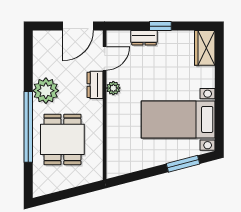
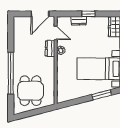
door: (105, 58) -> (56, 33), hinge flipped
plant: (46, 91) -> (21, 52), removed
dining table: (62, 139) -> (30, 91), moved

